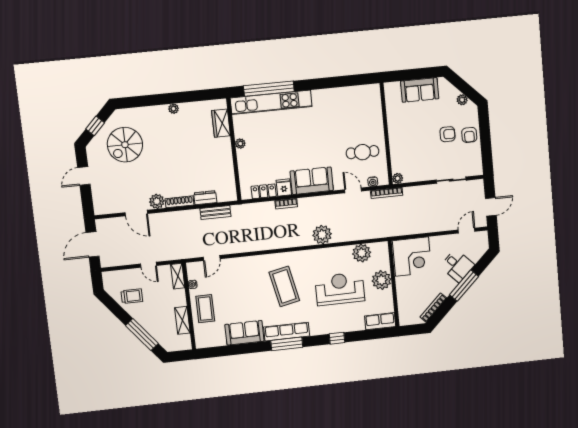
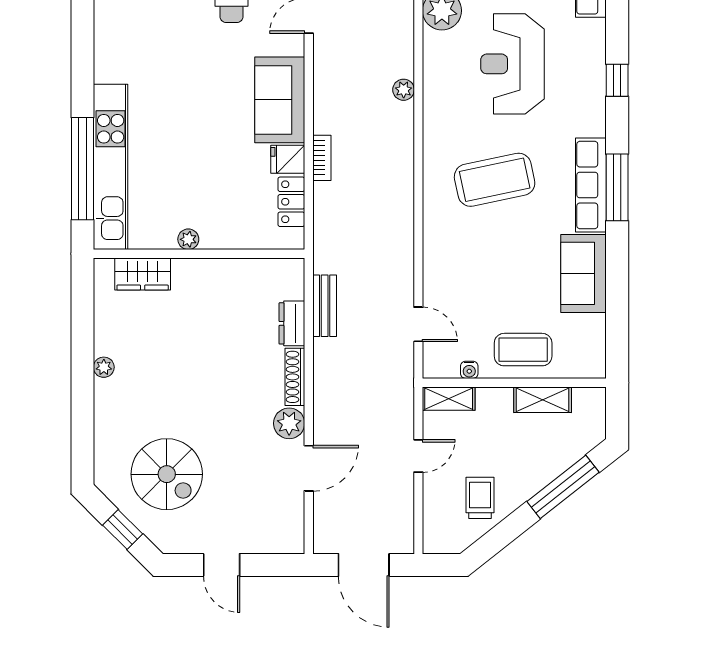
plant: (322, 235) -> (404, 90), width x0.53, depth x0.53

